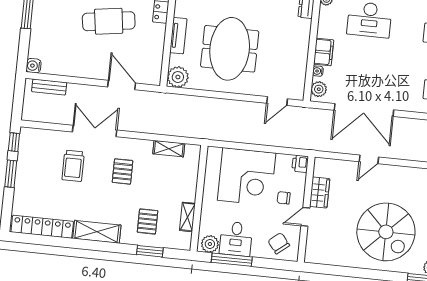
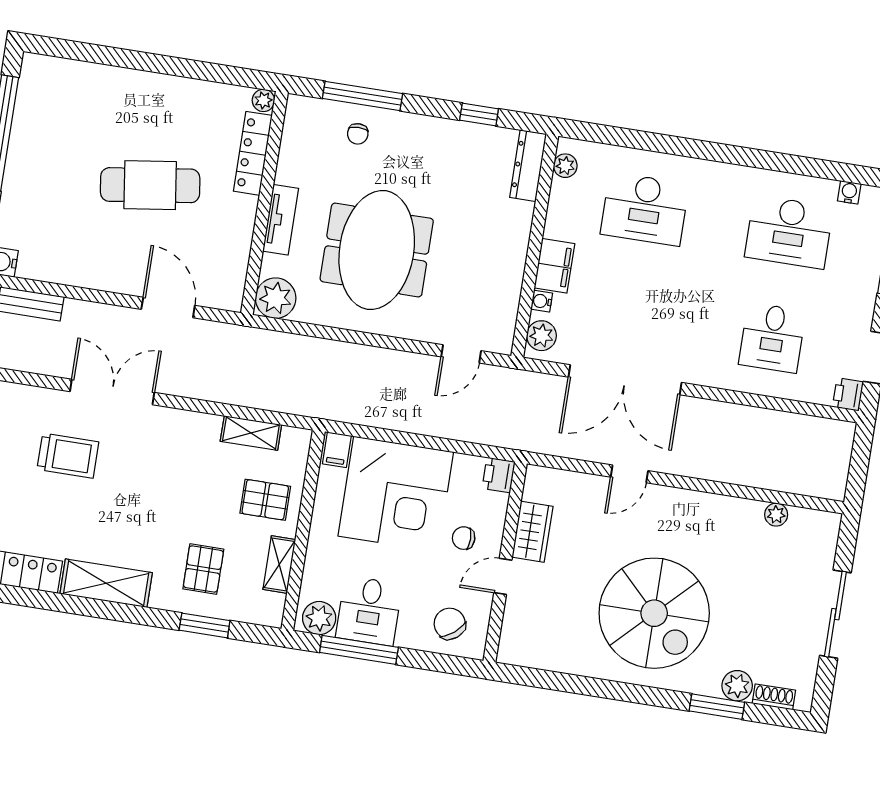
filing cabinet: (214, 155) -> (337, 450), added
trolley: (73, 166) -> (68, 456), turned -90
pallet: (123, 171) -> (265, 500), moved, turned 90

